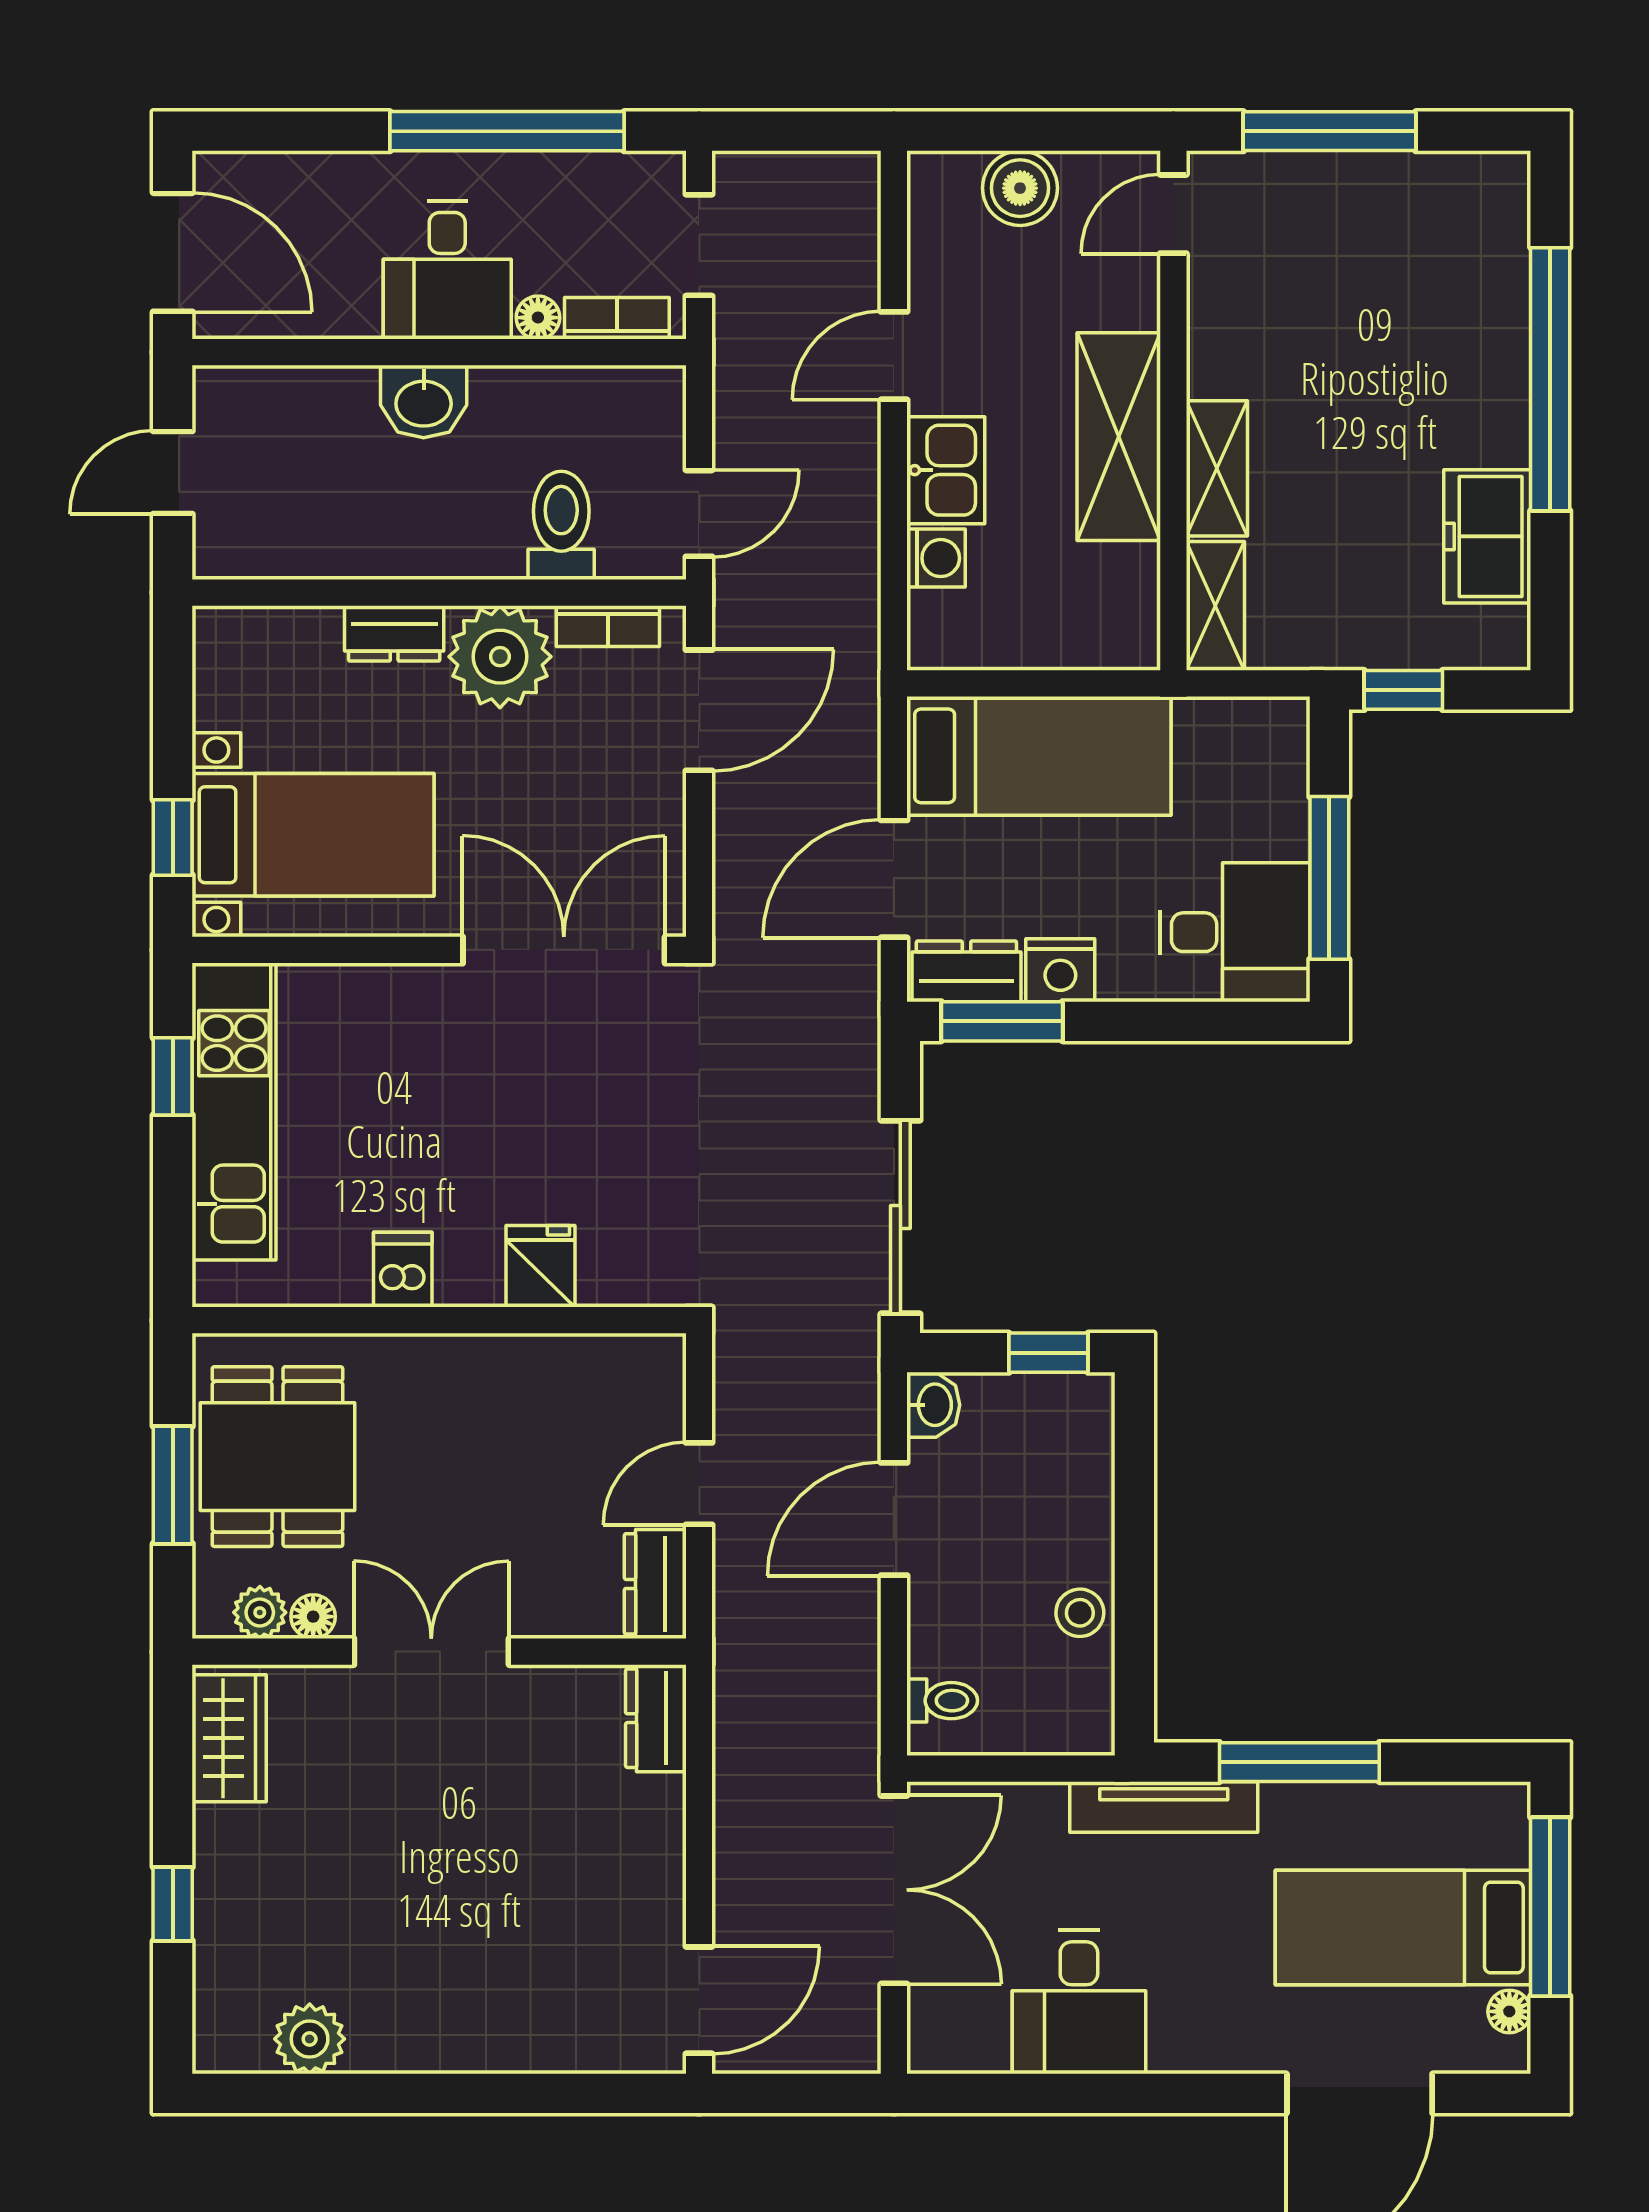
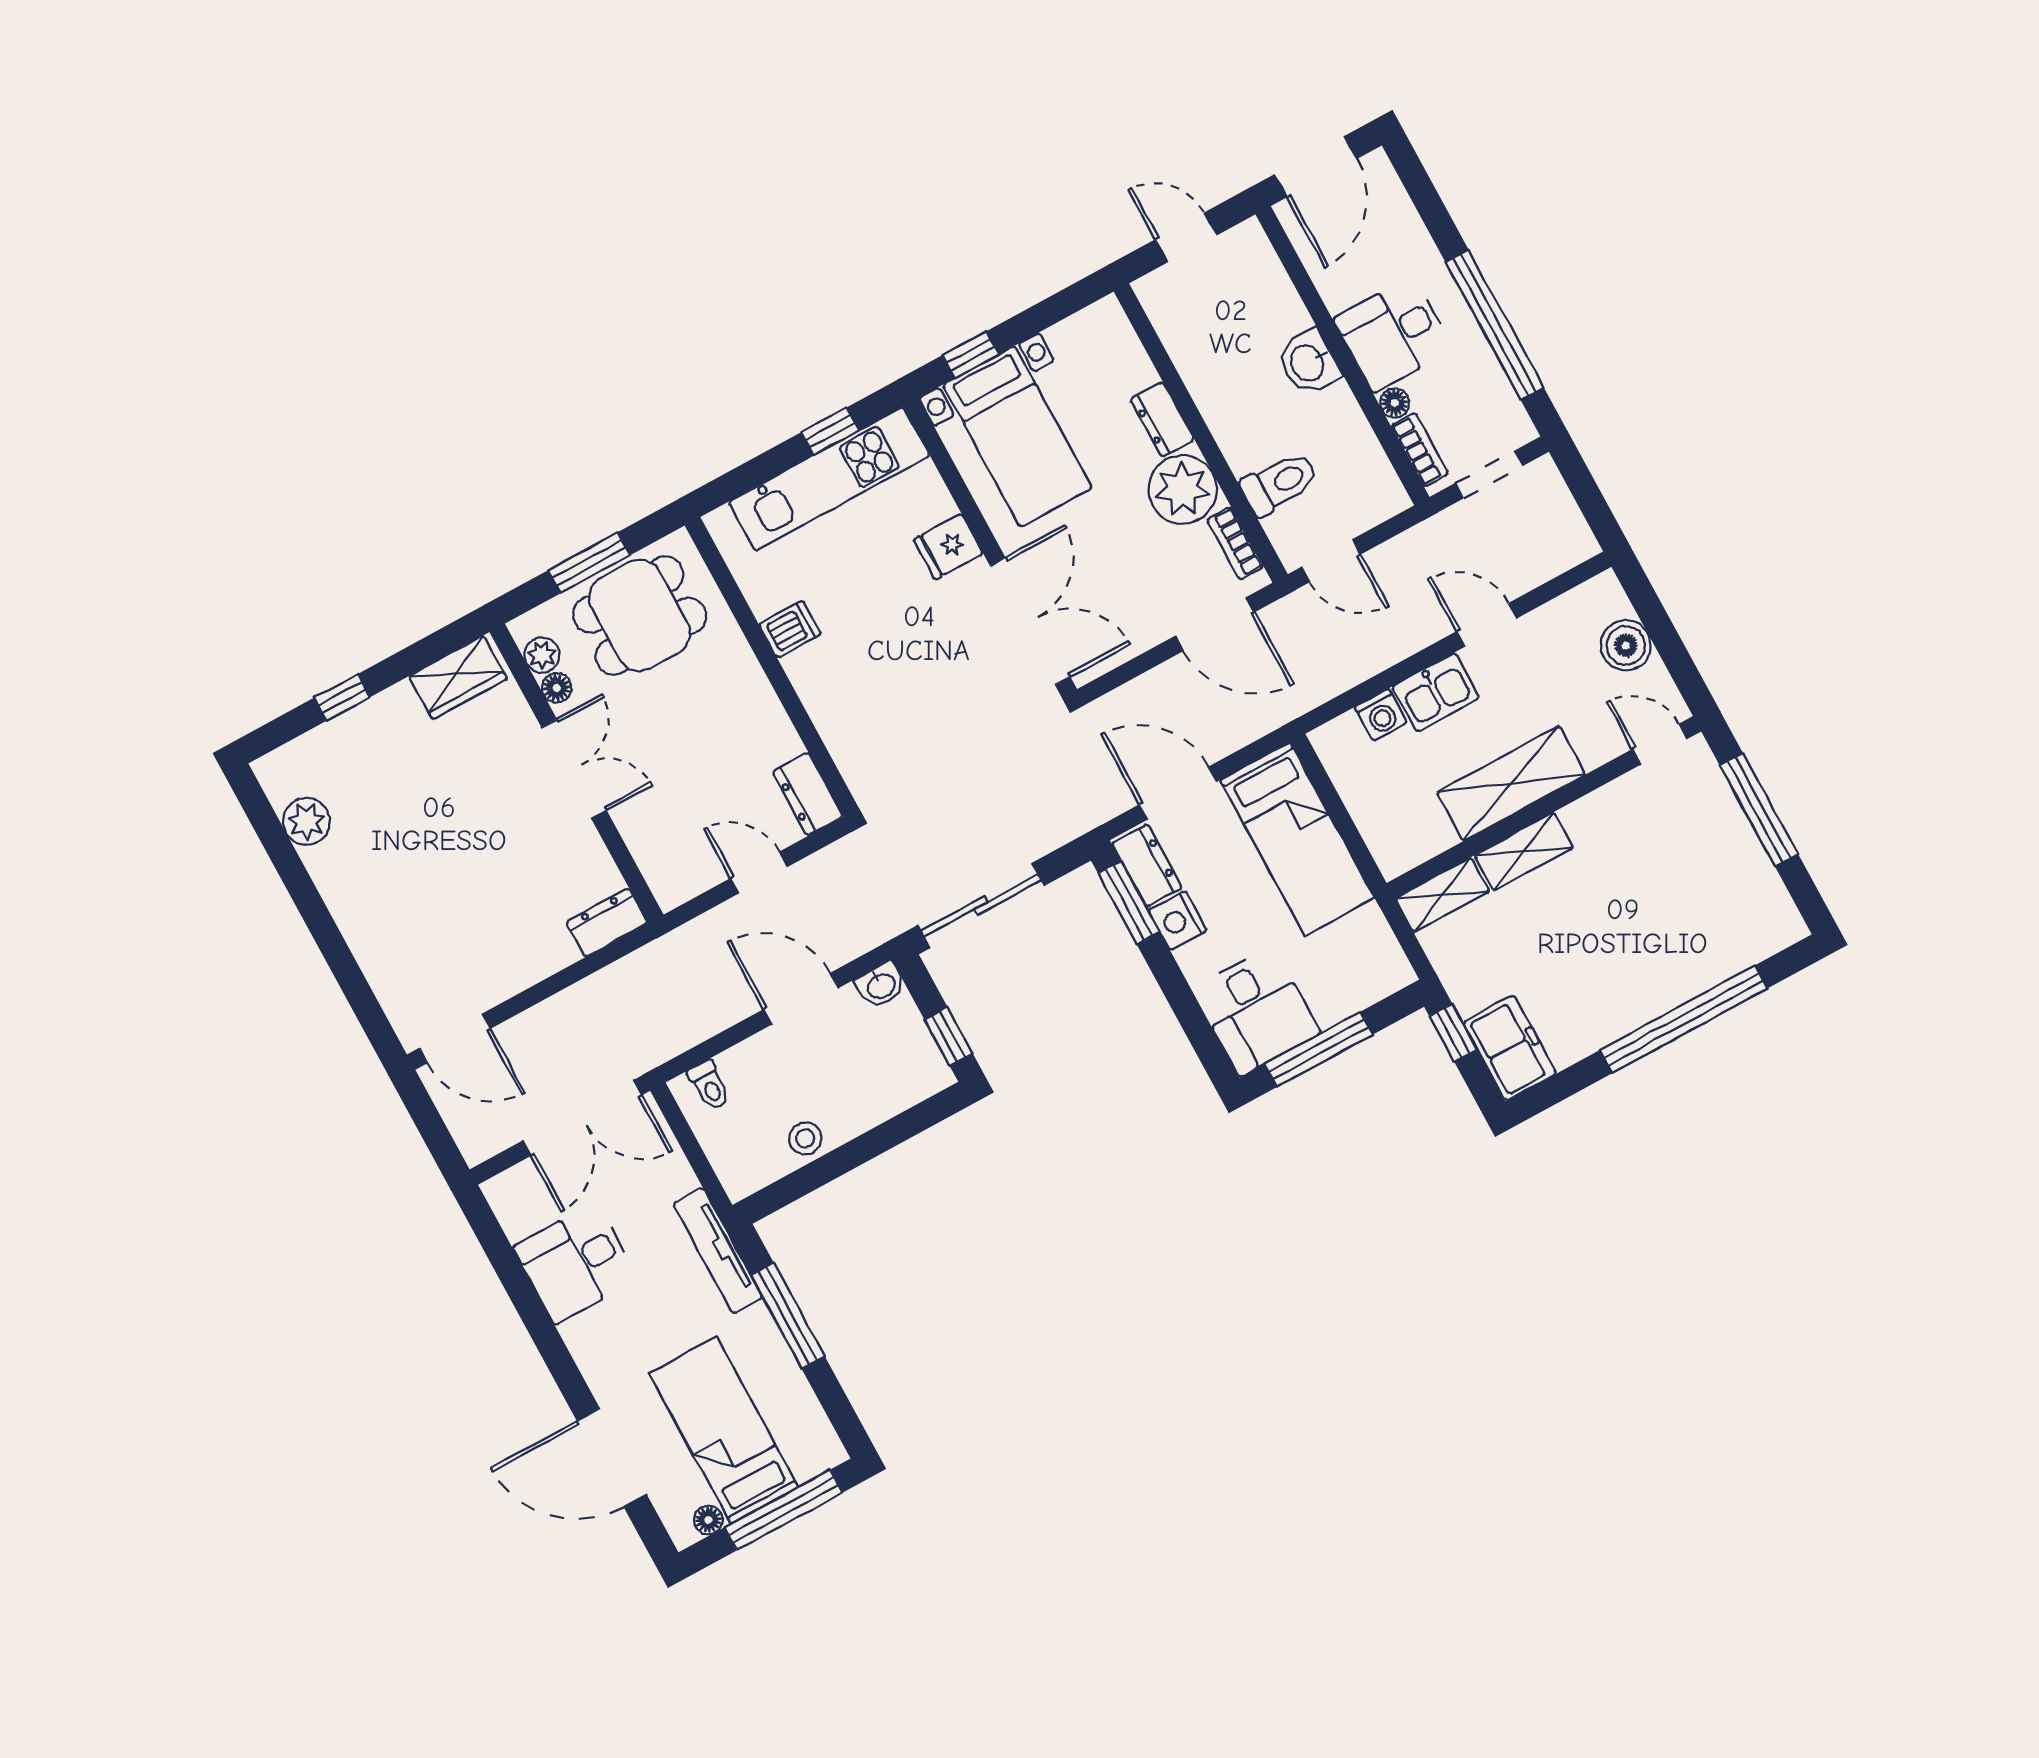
freezer: (1487, 536) -> (1510, 1048), moved, turned 90
fridge: (540, 1266) -> (948, 547), moved, turned 180
dresser: (655, 1584) -> (808, 794), moved, turned -90

